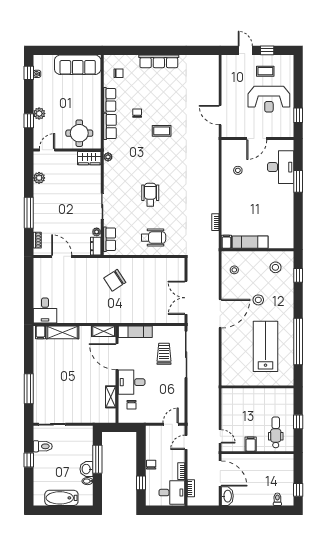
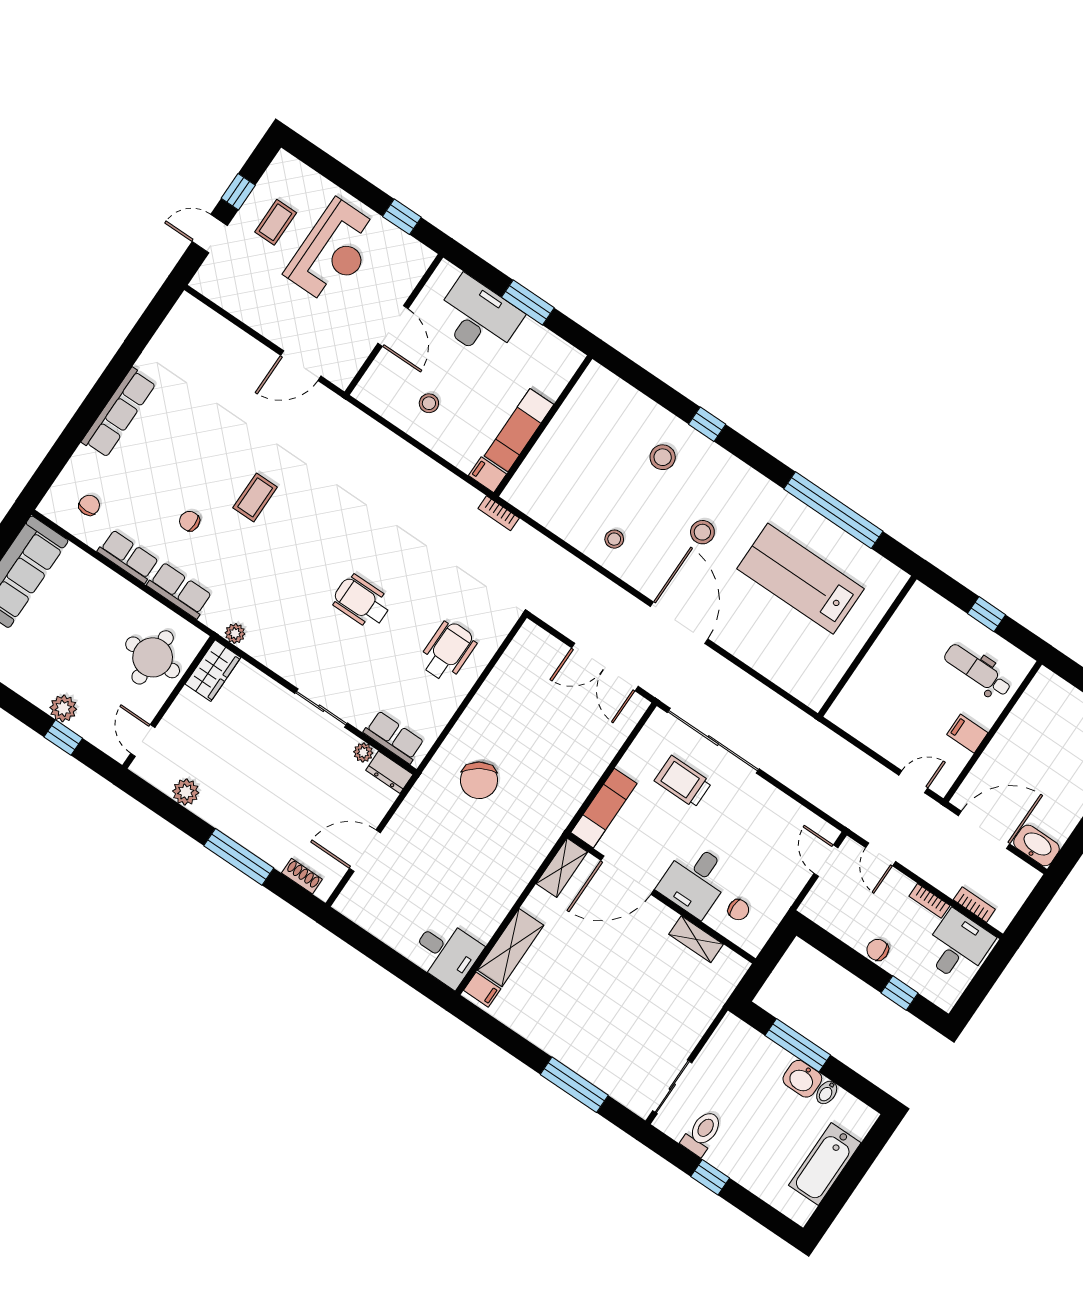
filing cabinet: (226, 242) -> (488, 475), moved
exam couch: (250, 242) -> (519, 430), moved
wall: (258, 250) -> (543, 426), moved

